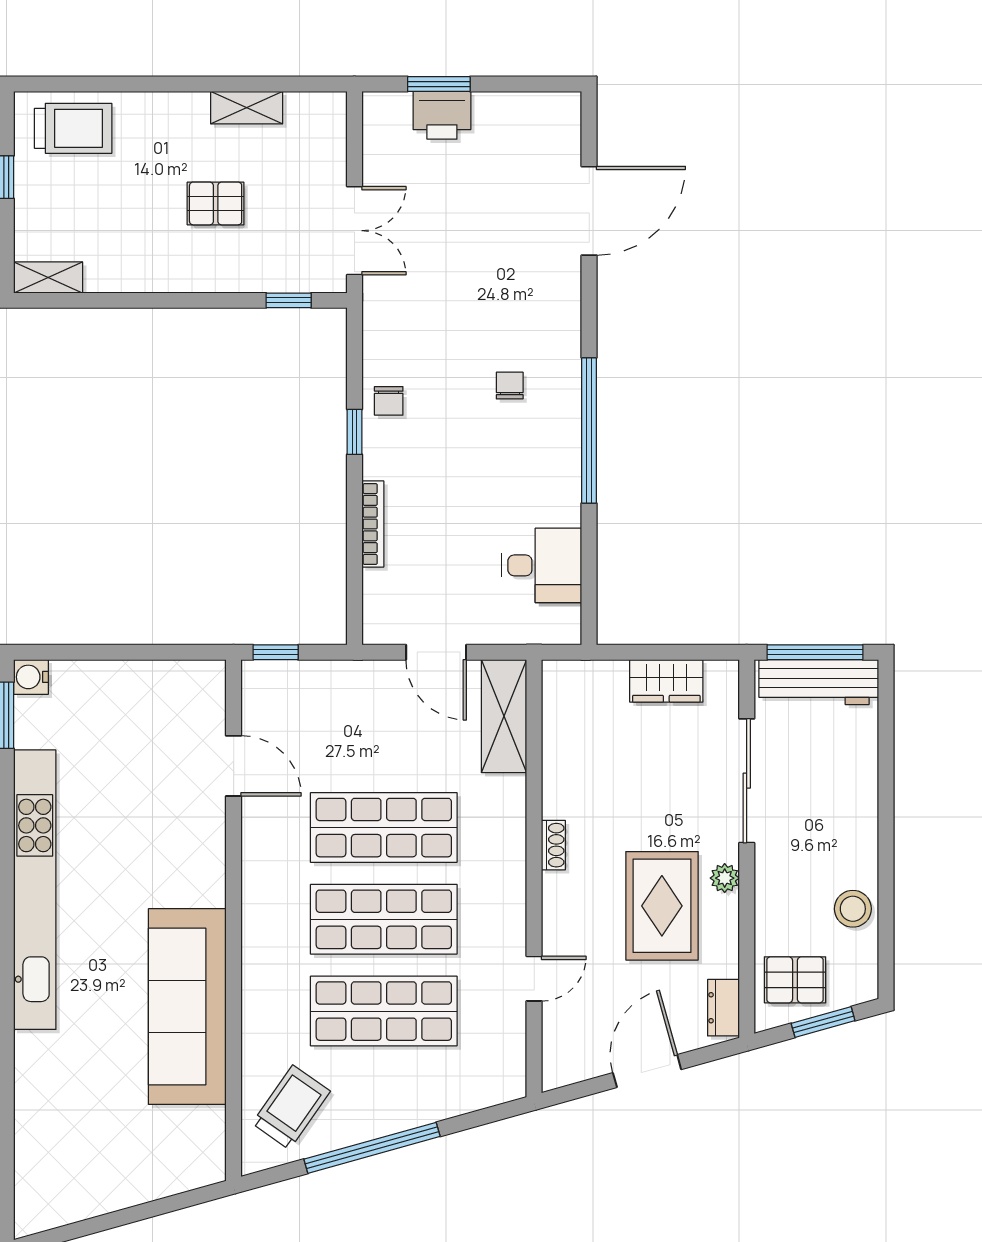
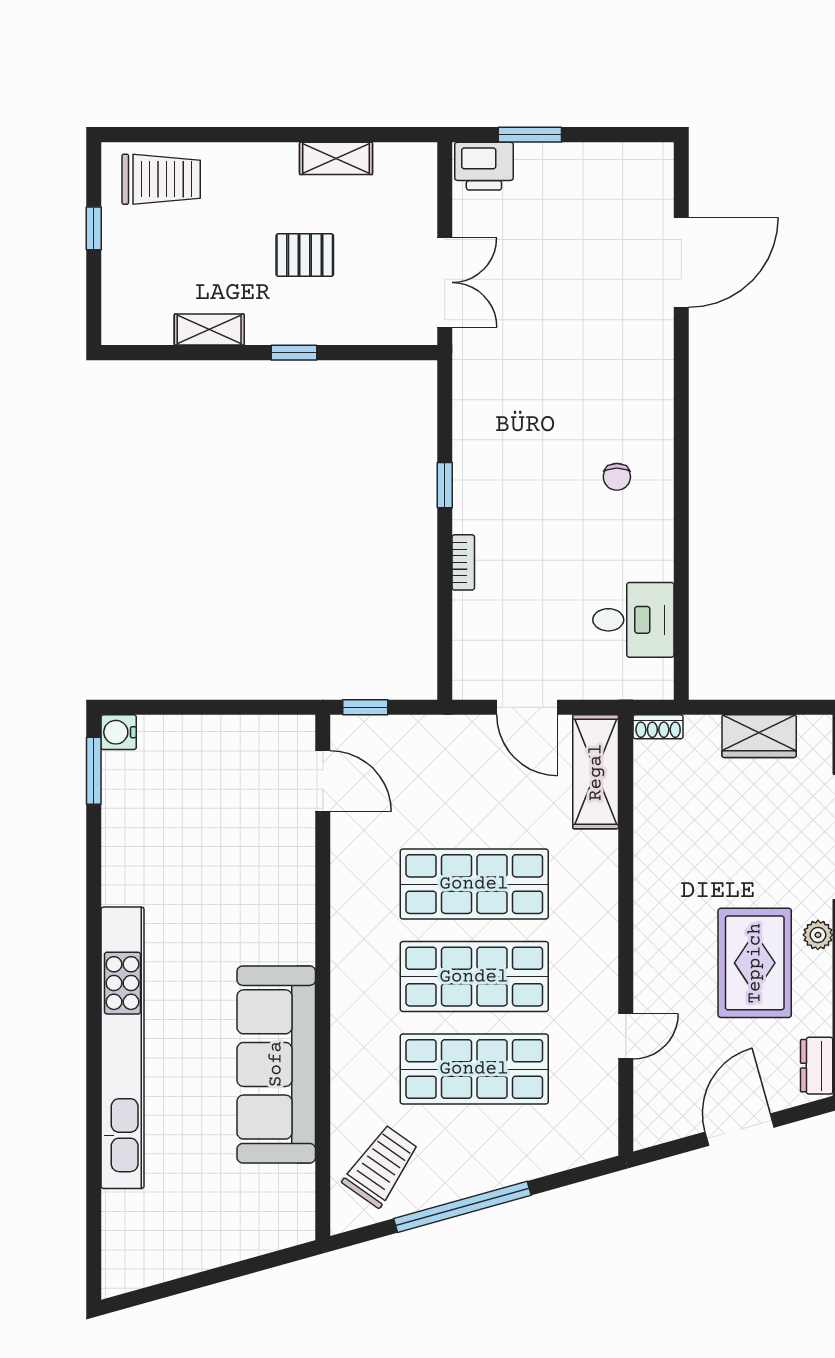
printer: (442, 115) -> (484, 166), moved
shelving: (48, 277) -> (209, 330), moved
window: (289, 300) -> (294, 353), moved
chair: (510, 386) -> (617, 477), moved, turned 180
chair: (389, 401) -> (479, 454), removed
window: (589, 431) -> (681, 484), removed
bookcase: (373, 524) -> (463, 562), width x0.64
door: (234, 766) -> (323, 781), moved
shoe rack: (553, 845) -> (658, 727), moved, turned 90
kitchen unit: (35, 890) -> (122, 1048), moved

